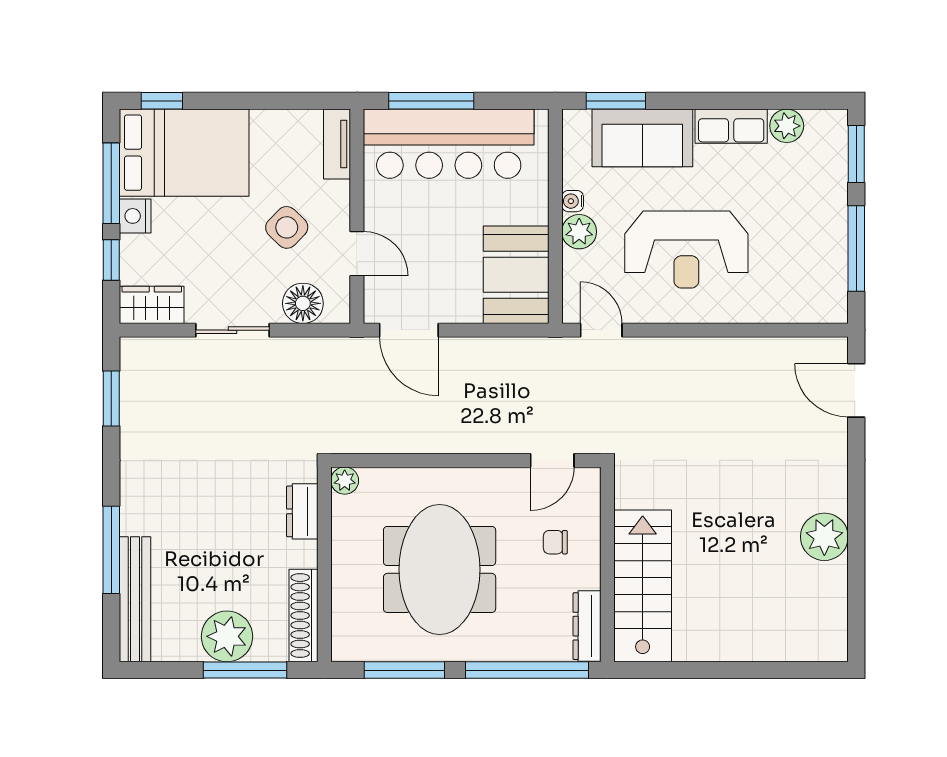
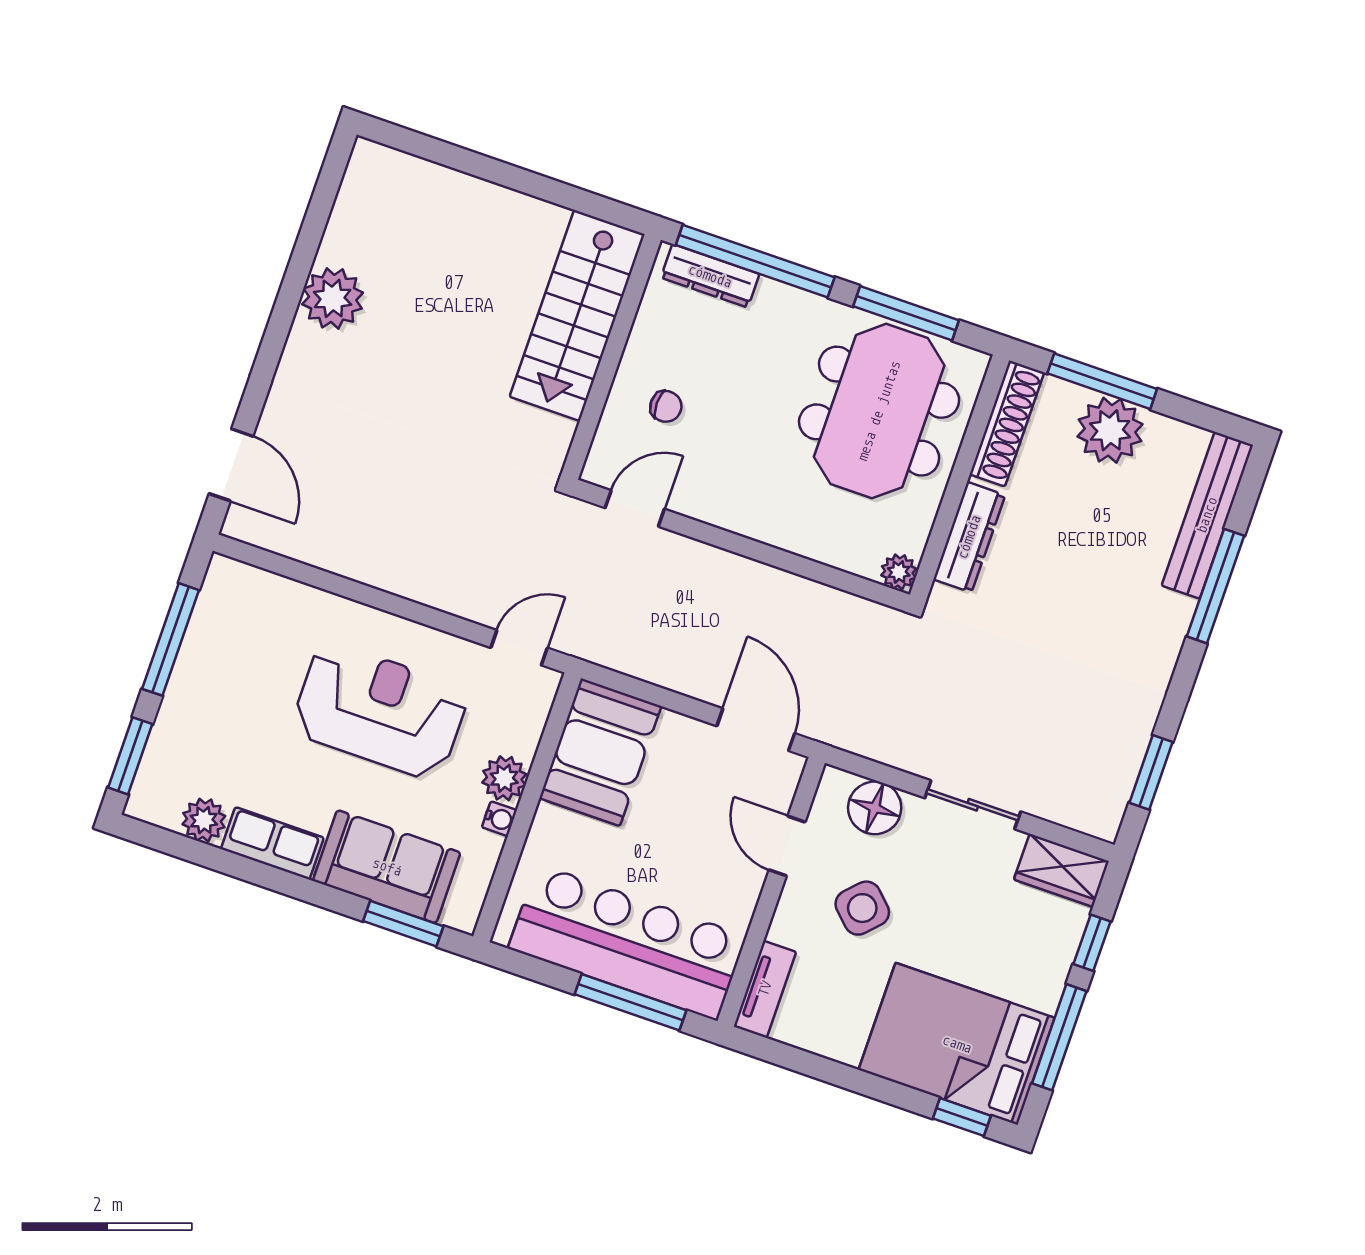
nightstand: (135, 216) -> (1044, 987), removed
door: (601, 330) -> (519, 648), swing flipped
dresser: (302, 511) -> (969, 537), width x1.44
meeting table: (440, 569) -> (879, 411), moved
dresser: (587, 626) -> (710, 276), moved, turned 90

